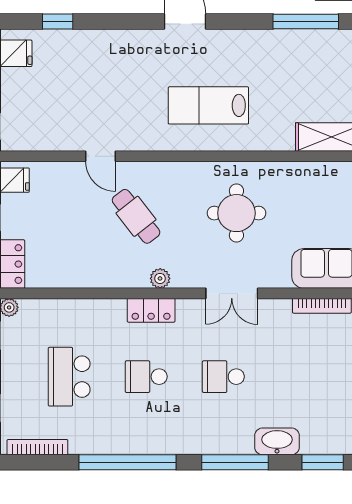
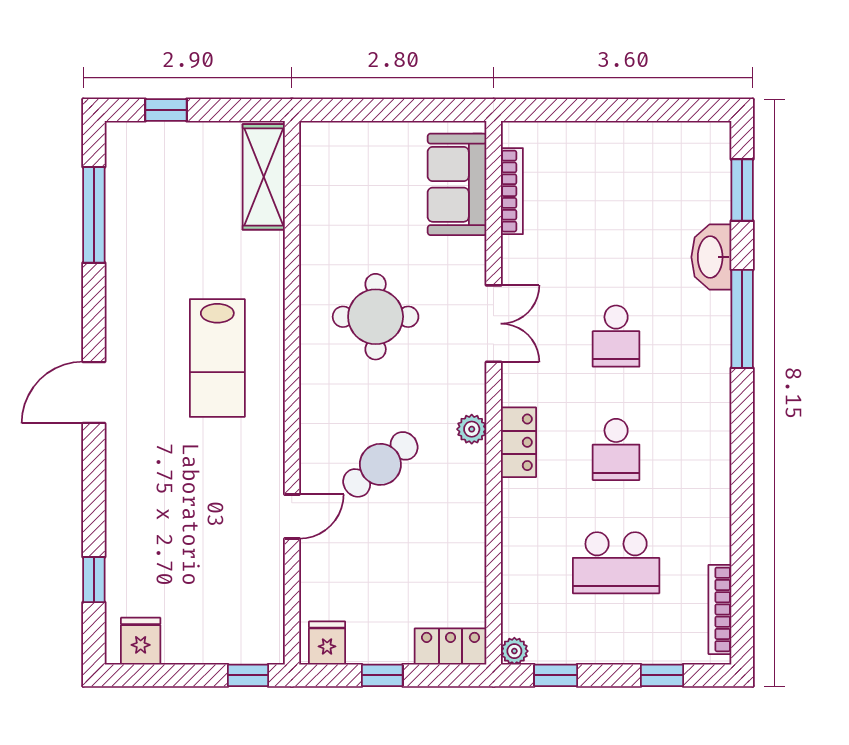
window: (128, 462) -> (742, 477), removed

